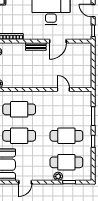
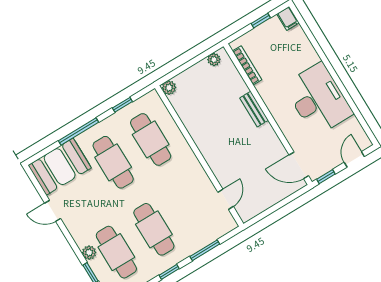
door: (58, 41) -> (299, 165), moved
door: (63, 89) -> (226, 199), moved

